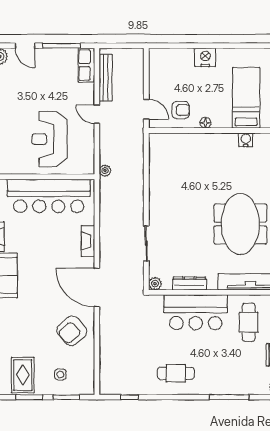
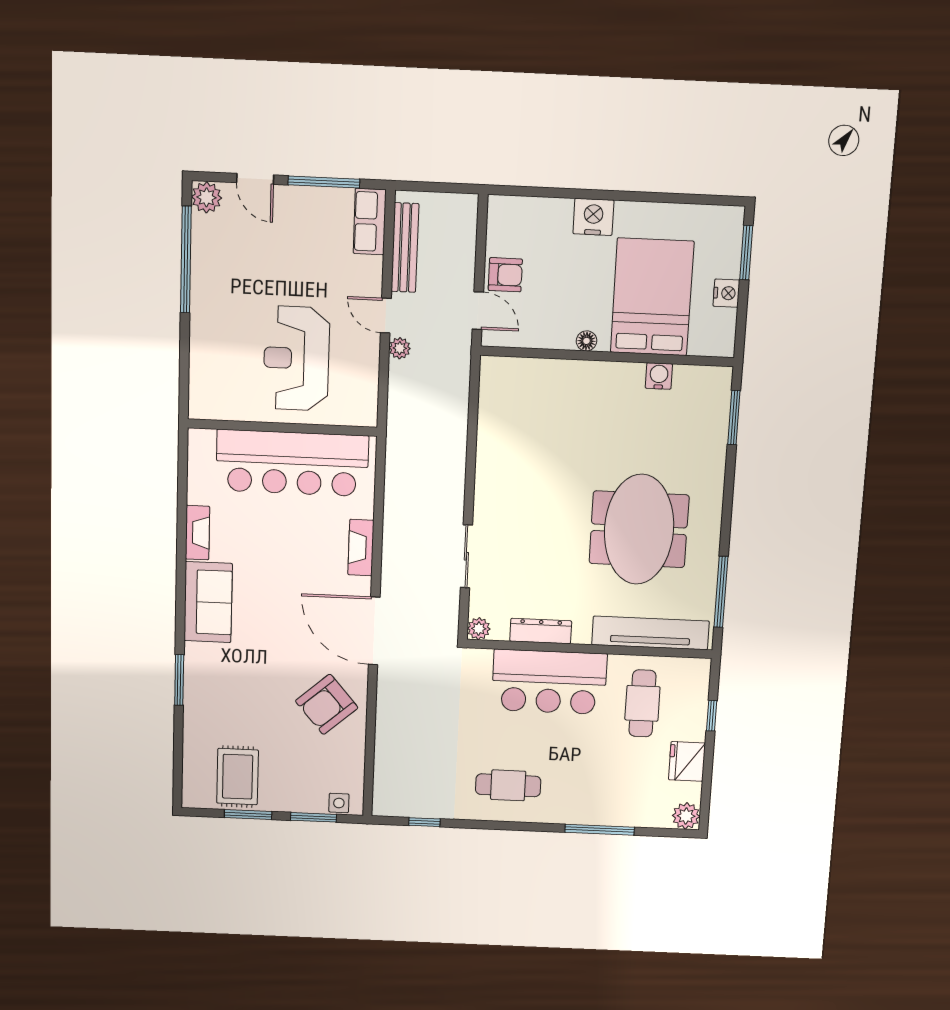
bed: (246, 98) -> (652, 297), width x1.50
armchair: (181, 110) -> (505, 275), moved
plant: (105, 171) -> (400, 348), moved
side table: (60, 374) -> (339, 803), moved

